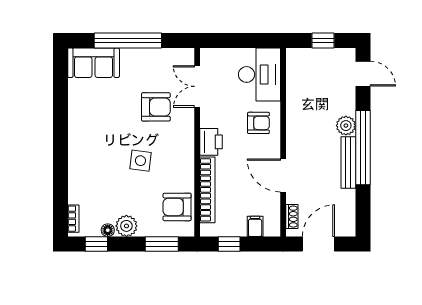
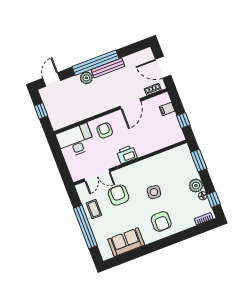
sofa: (94, 63) -> (126, 242), moved, turned -90
coffee table: (149, 63) -> (94, 209), added
bookcase: (207, 190) -> (156, 146), removed
armchair: (177, 207) -> (161, 221), moved

